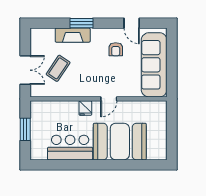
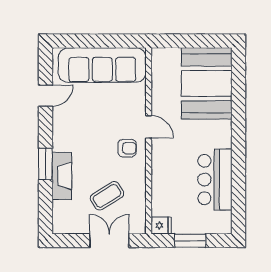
armchair: (116, 49) -> (127, 148), moved
coffee table: (58, 68) -> (107, 196), turned -66
fridge: (85, 108) -> (161, 226), moved
booth: (120, 142) -> (207, 83), moved

